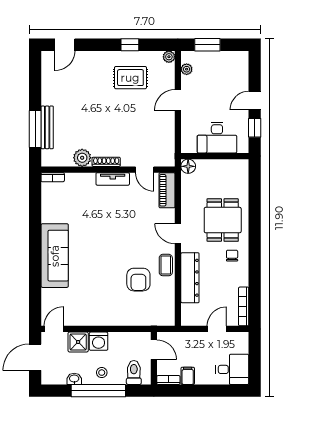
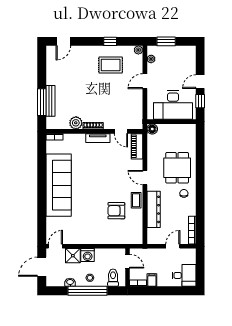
desk: (217, 138) -> (173, 105), width x1.36, depth x1.30
sofa: (55, 256) -> (59, 185), width x1.36, depth x1.27
armchair: (138, 280) -> (116, 211), turned 90

